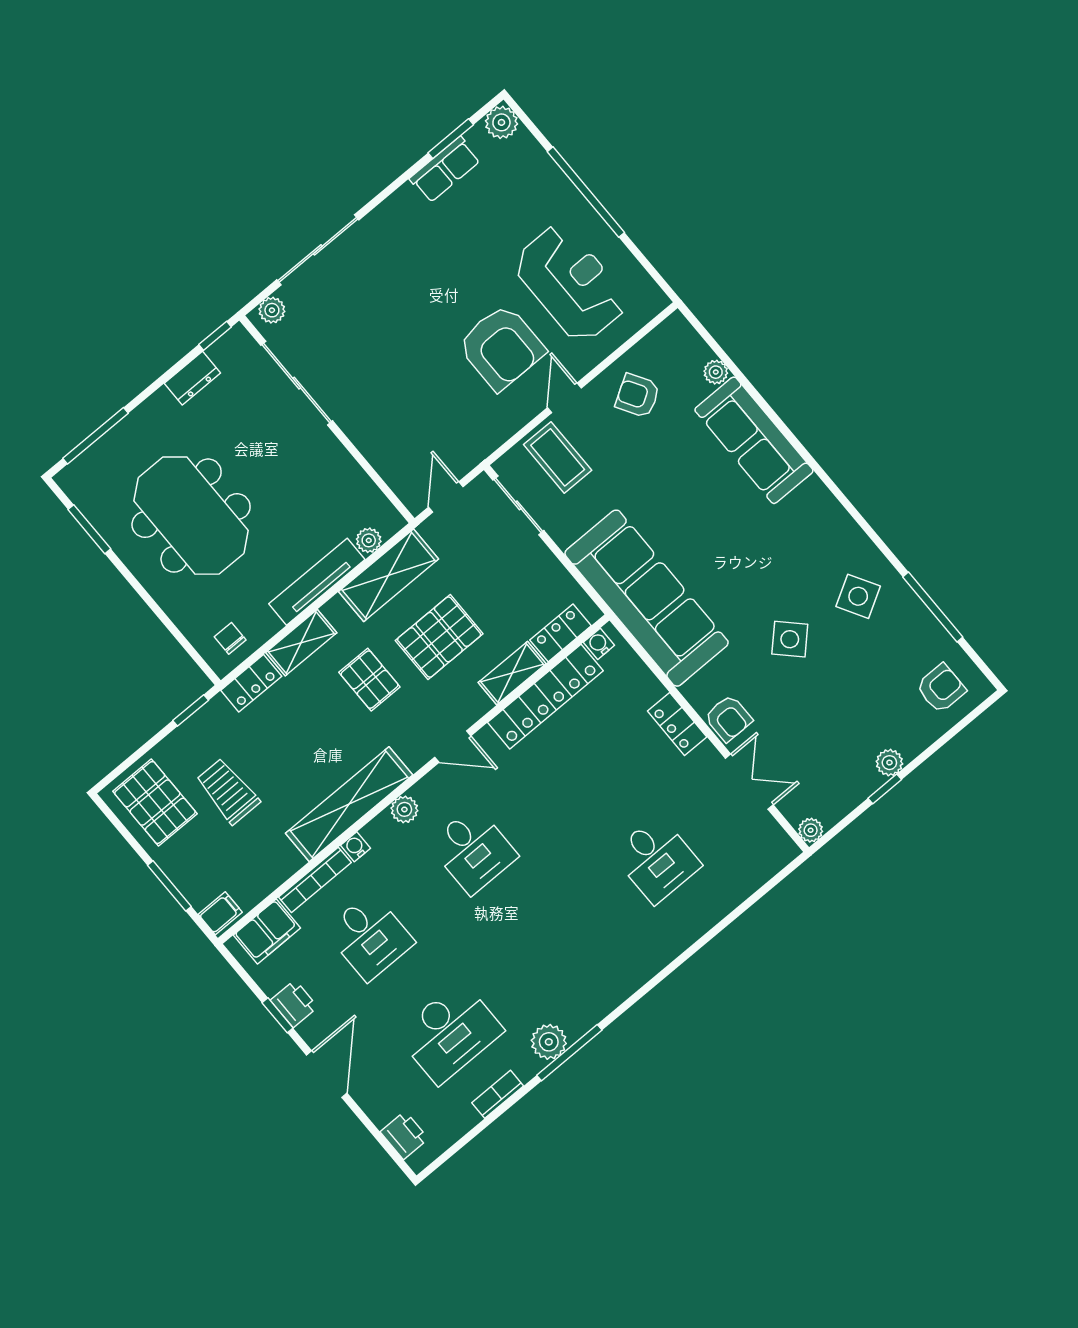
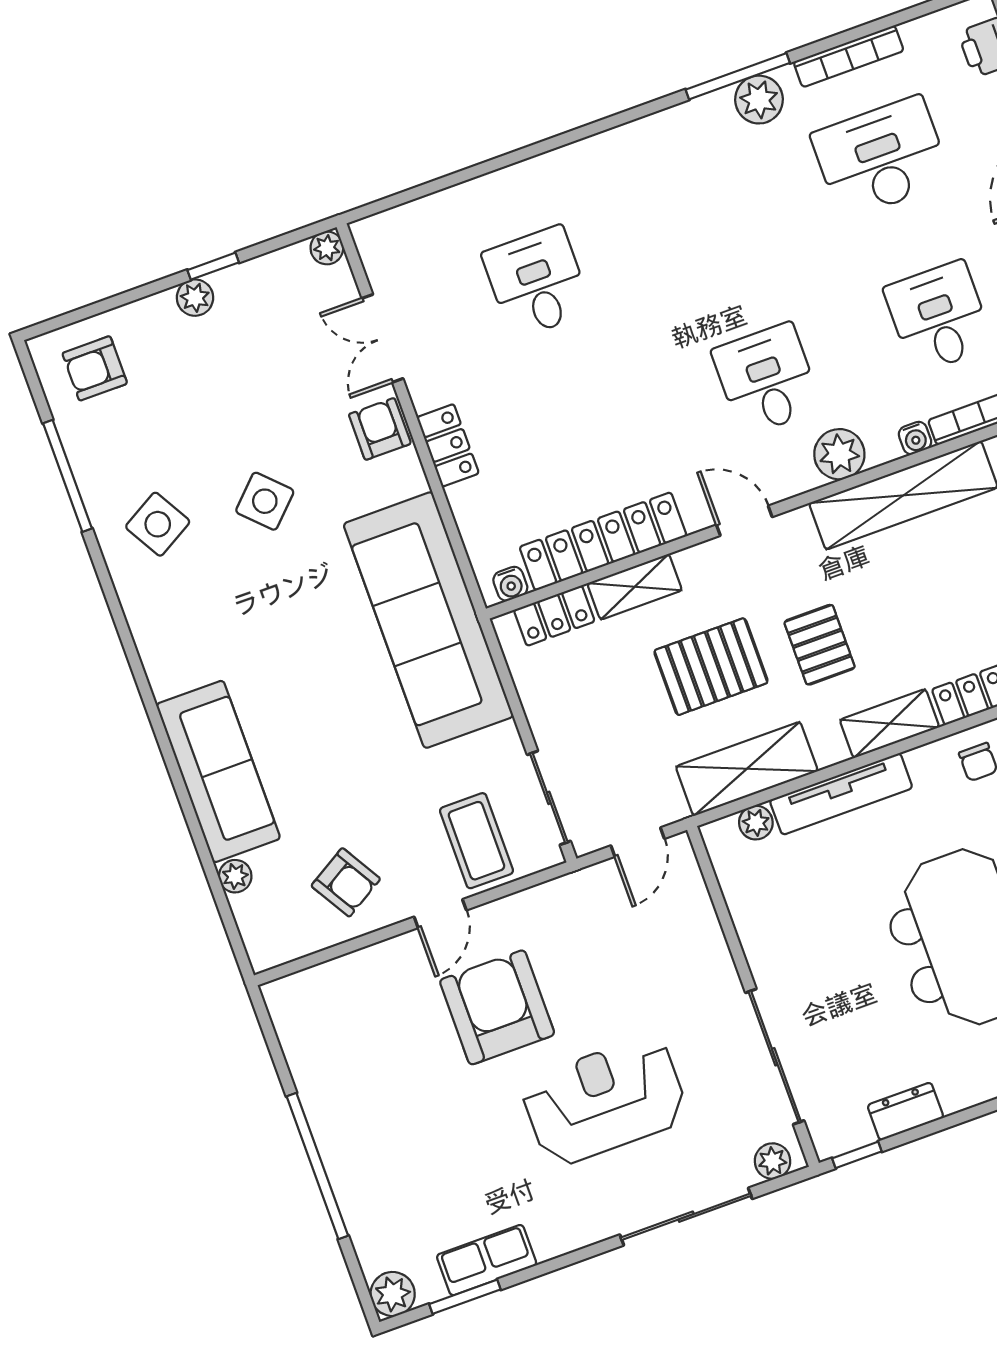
reception desk: (571, 283) -> (604, 1101), moved, turned 90
plant: (404, 809) -> (839, 454), width x1.38, depth x1.38
bookcase: (498, 1094) -> (849, 56), width x1.56

